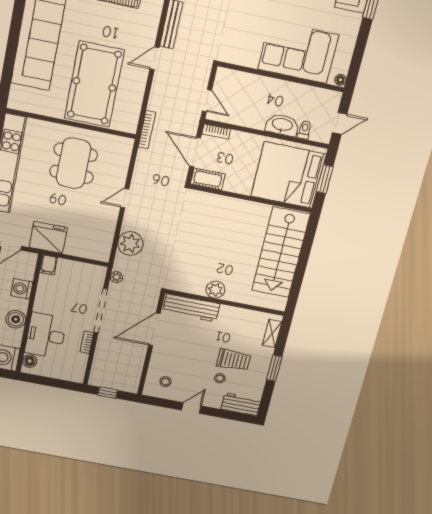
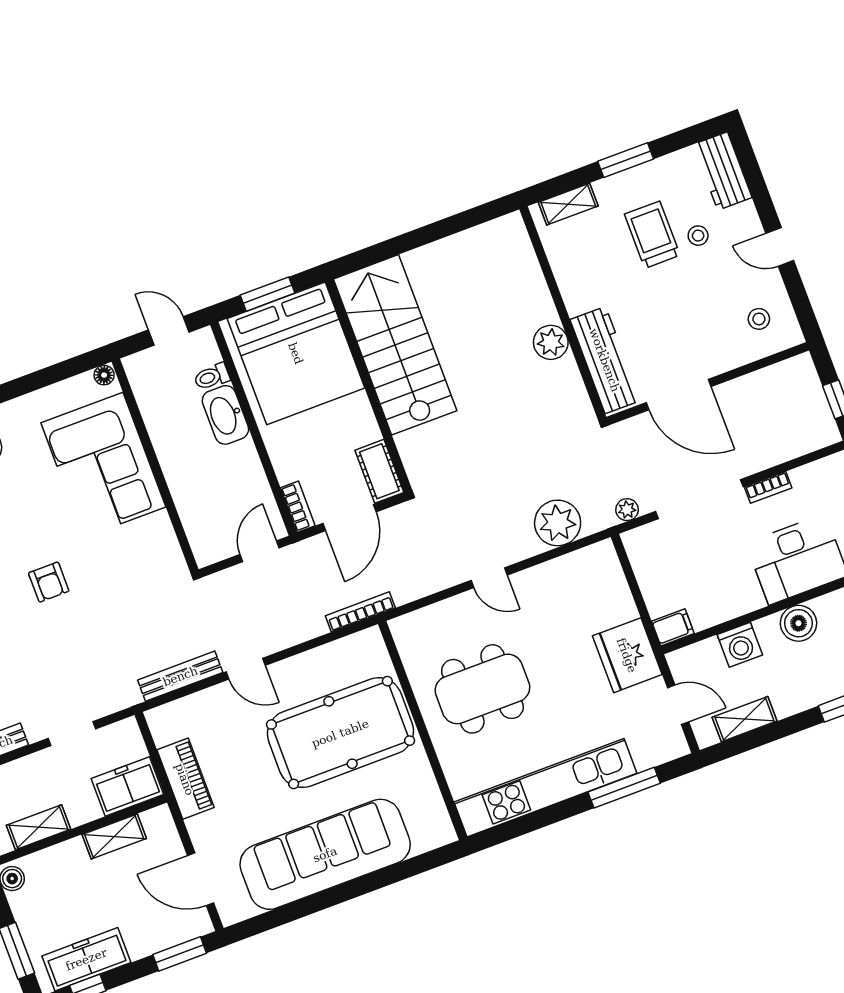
stairs: (281, 252) -> (395, 345), moved, turned -90

